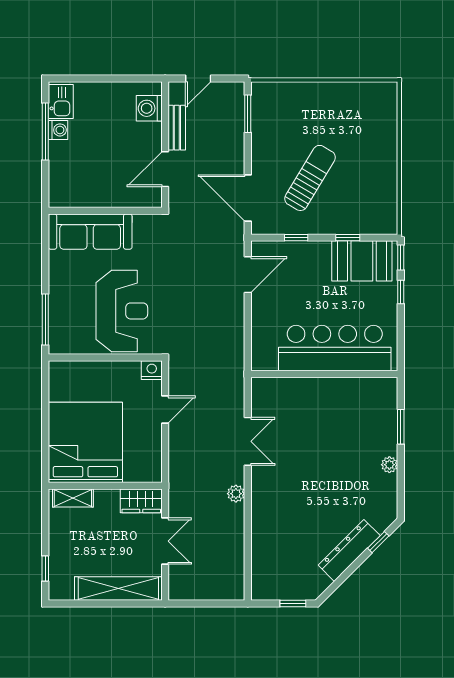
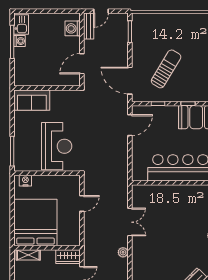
bench: (177, 128) -> (89, 26), moved
sofa: (90, 232) -> (32, 100), width x0.73
nightstand: (152, 370) -> (25, 181), moved

